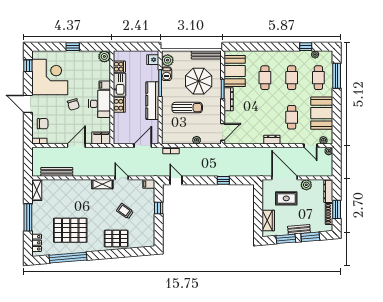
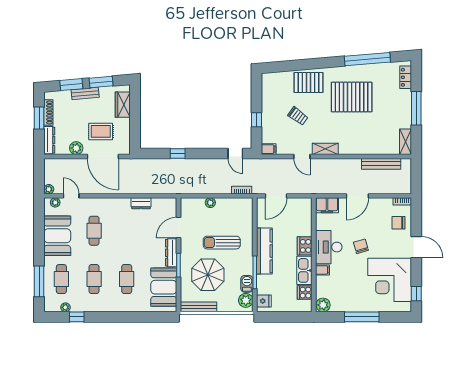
window: (73, 47) -> (362, 317), width x2.17
door: (223, 132) -> (179, 228), moved
dresser: (272, 140) -> (141, 203), moved
pallet: (70, 230) -> (352, 97), moved

